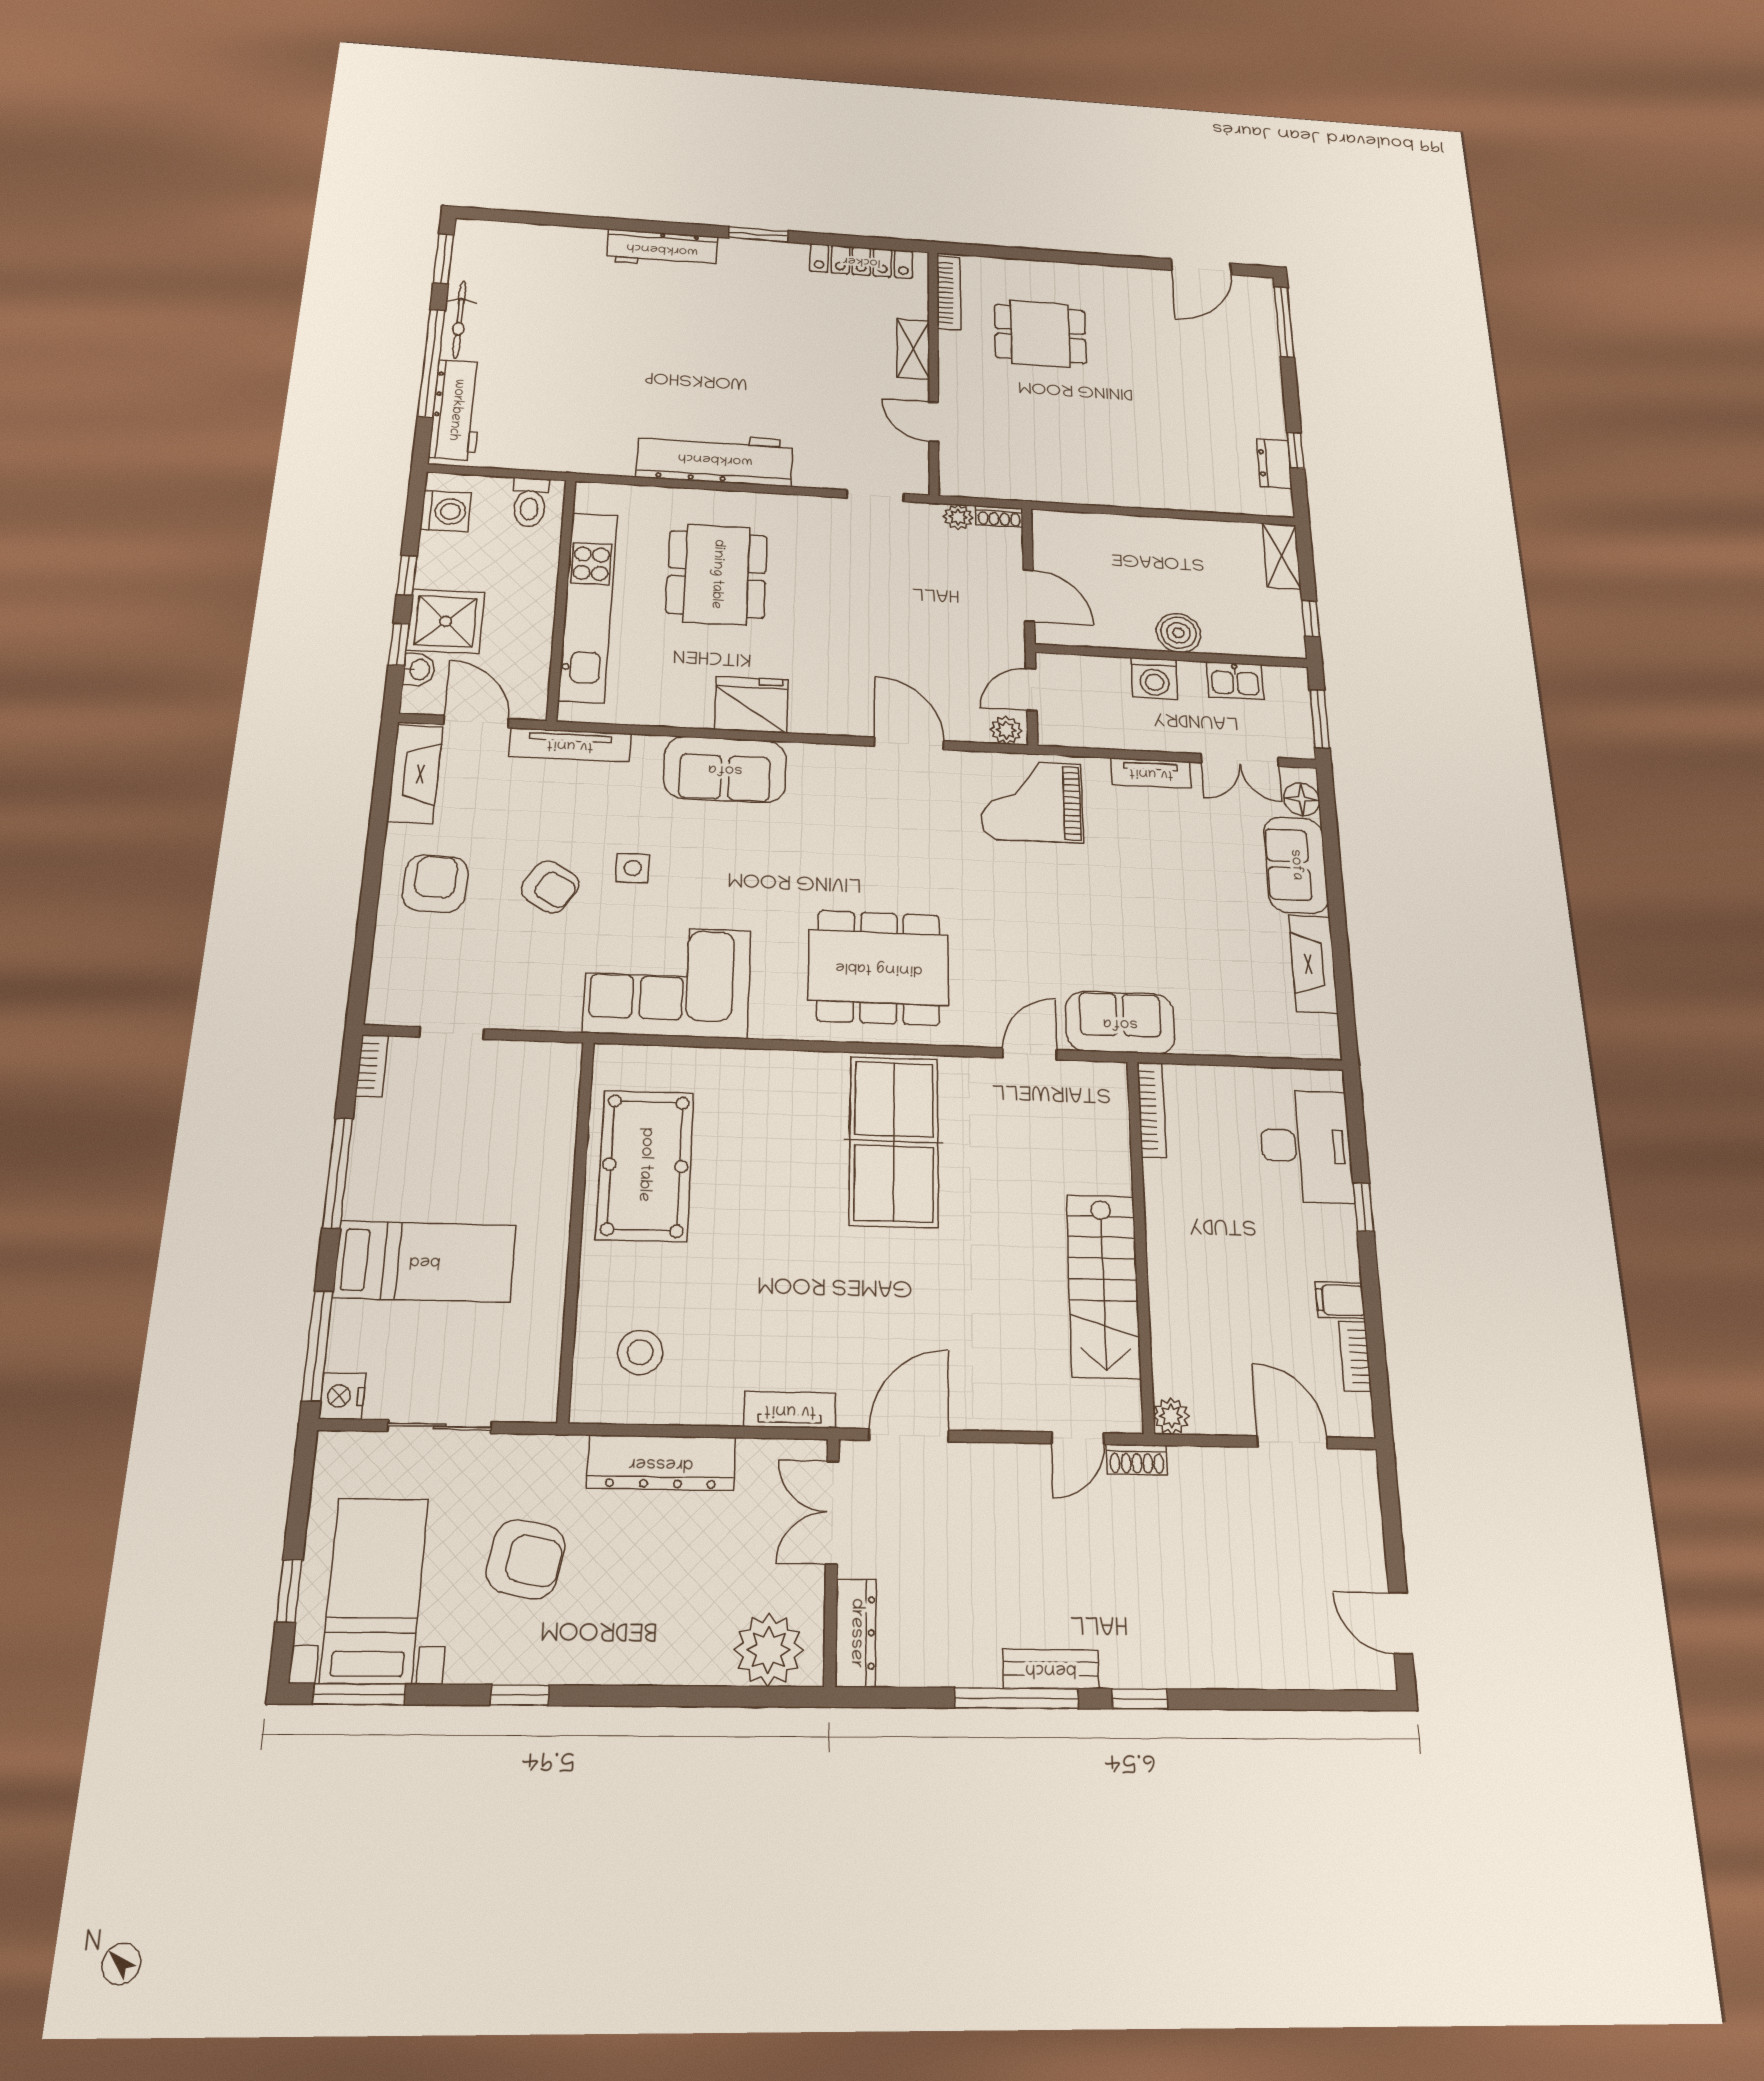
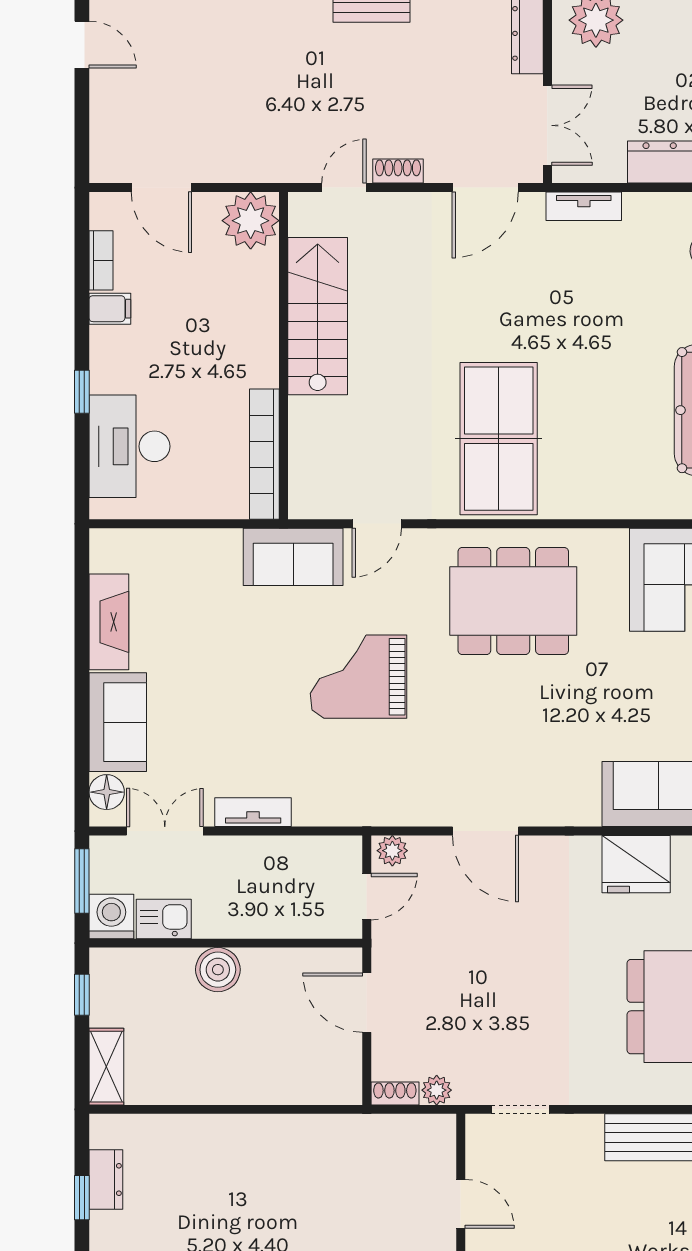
washing machine: (1154, 678) -> (111, 917), moved
grand piano: (1032, 801) -> (359, 677), moved, turned 180
bookcase: (1152, 1110) -> (264, 454), width x1.48, depth x1.31
plant: (1171, 1416) -> (251, 221), width x1.88, depth x1.88
shoe rack: (1137, 1460) -> (398, 171), moved

